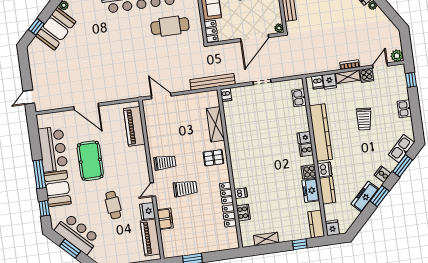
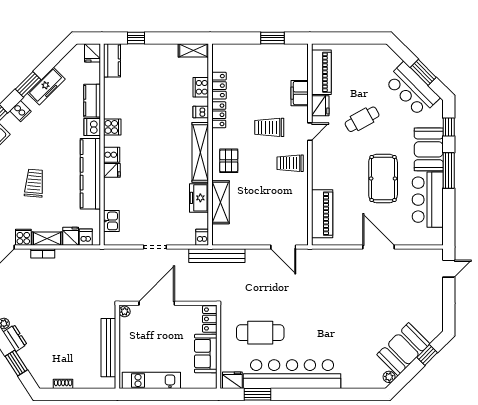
pallet: (213, 158) -> (229, 161), turned 90
shelving: (237, 161) -> (200, 152), added
freezer: (311, 190) -> (199, 198), moved, turned 180
cafe table: (113, 205) -> (362, 119), turned 67
shelving: (266, 239) -> (193, 50), moved

